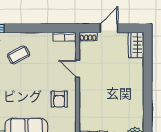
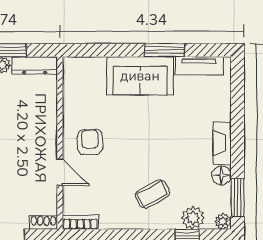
armchair: (59, 99) -> (90, 142), moved

